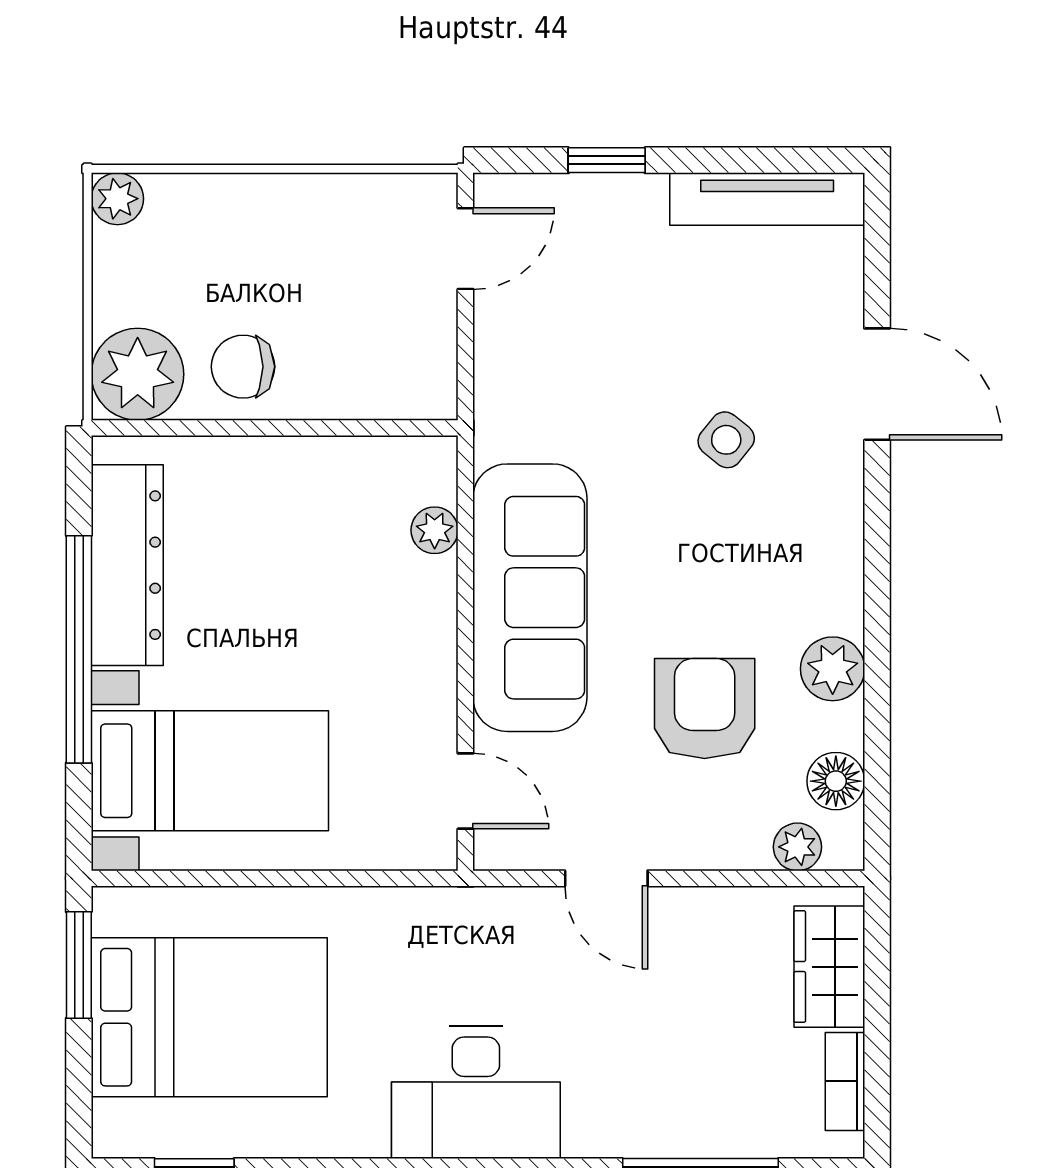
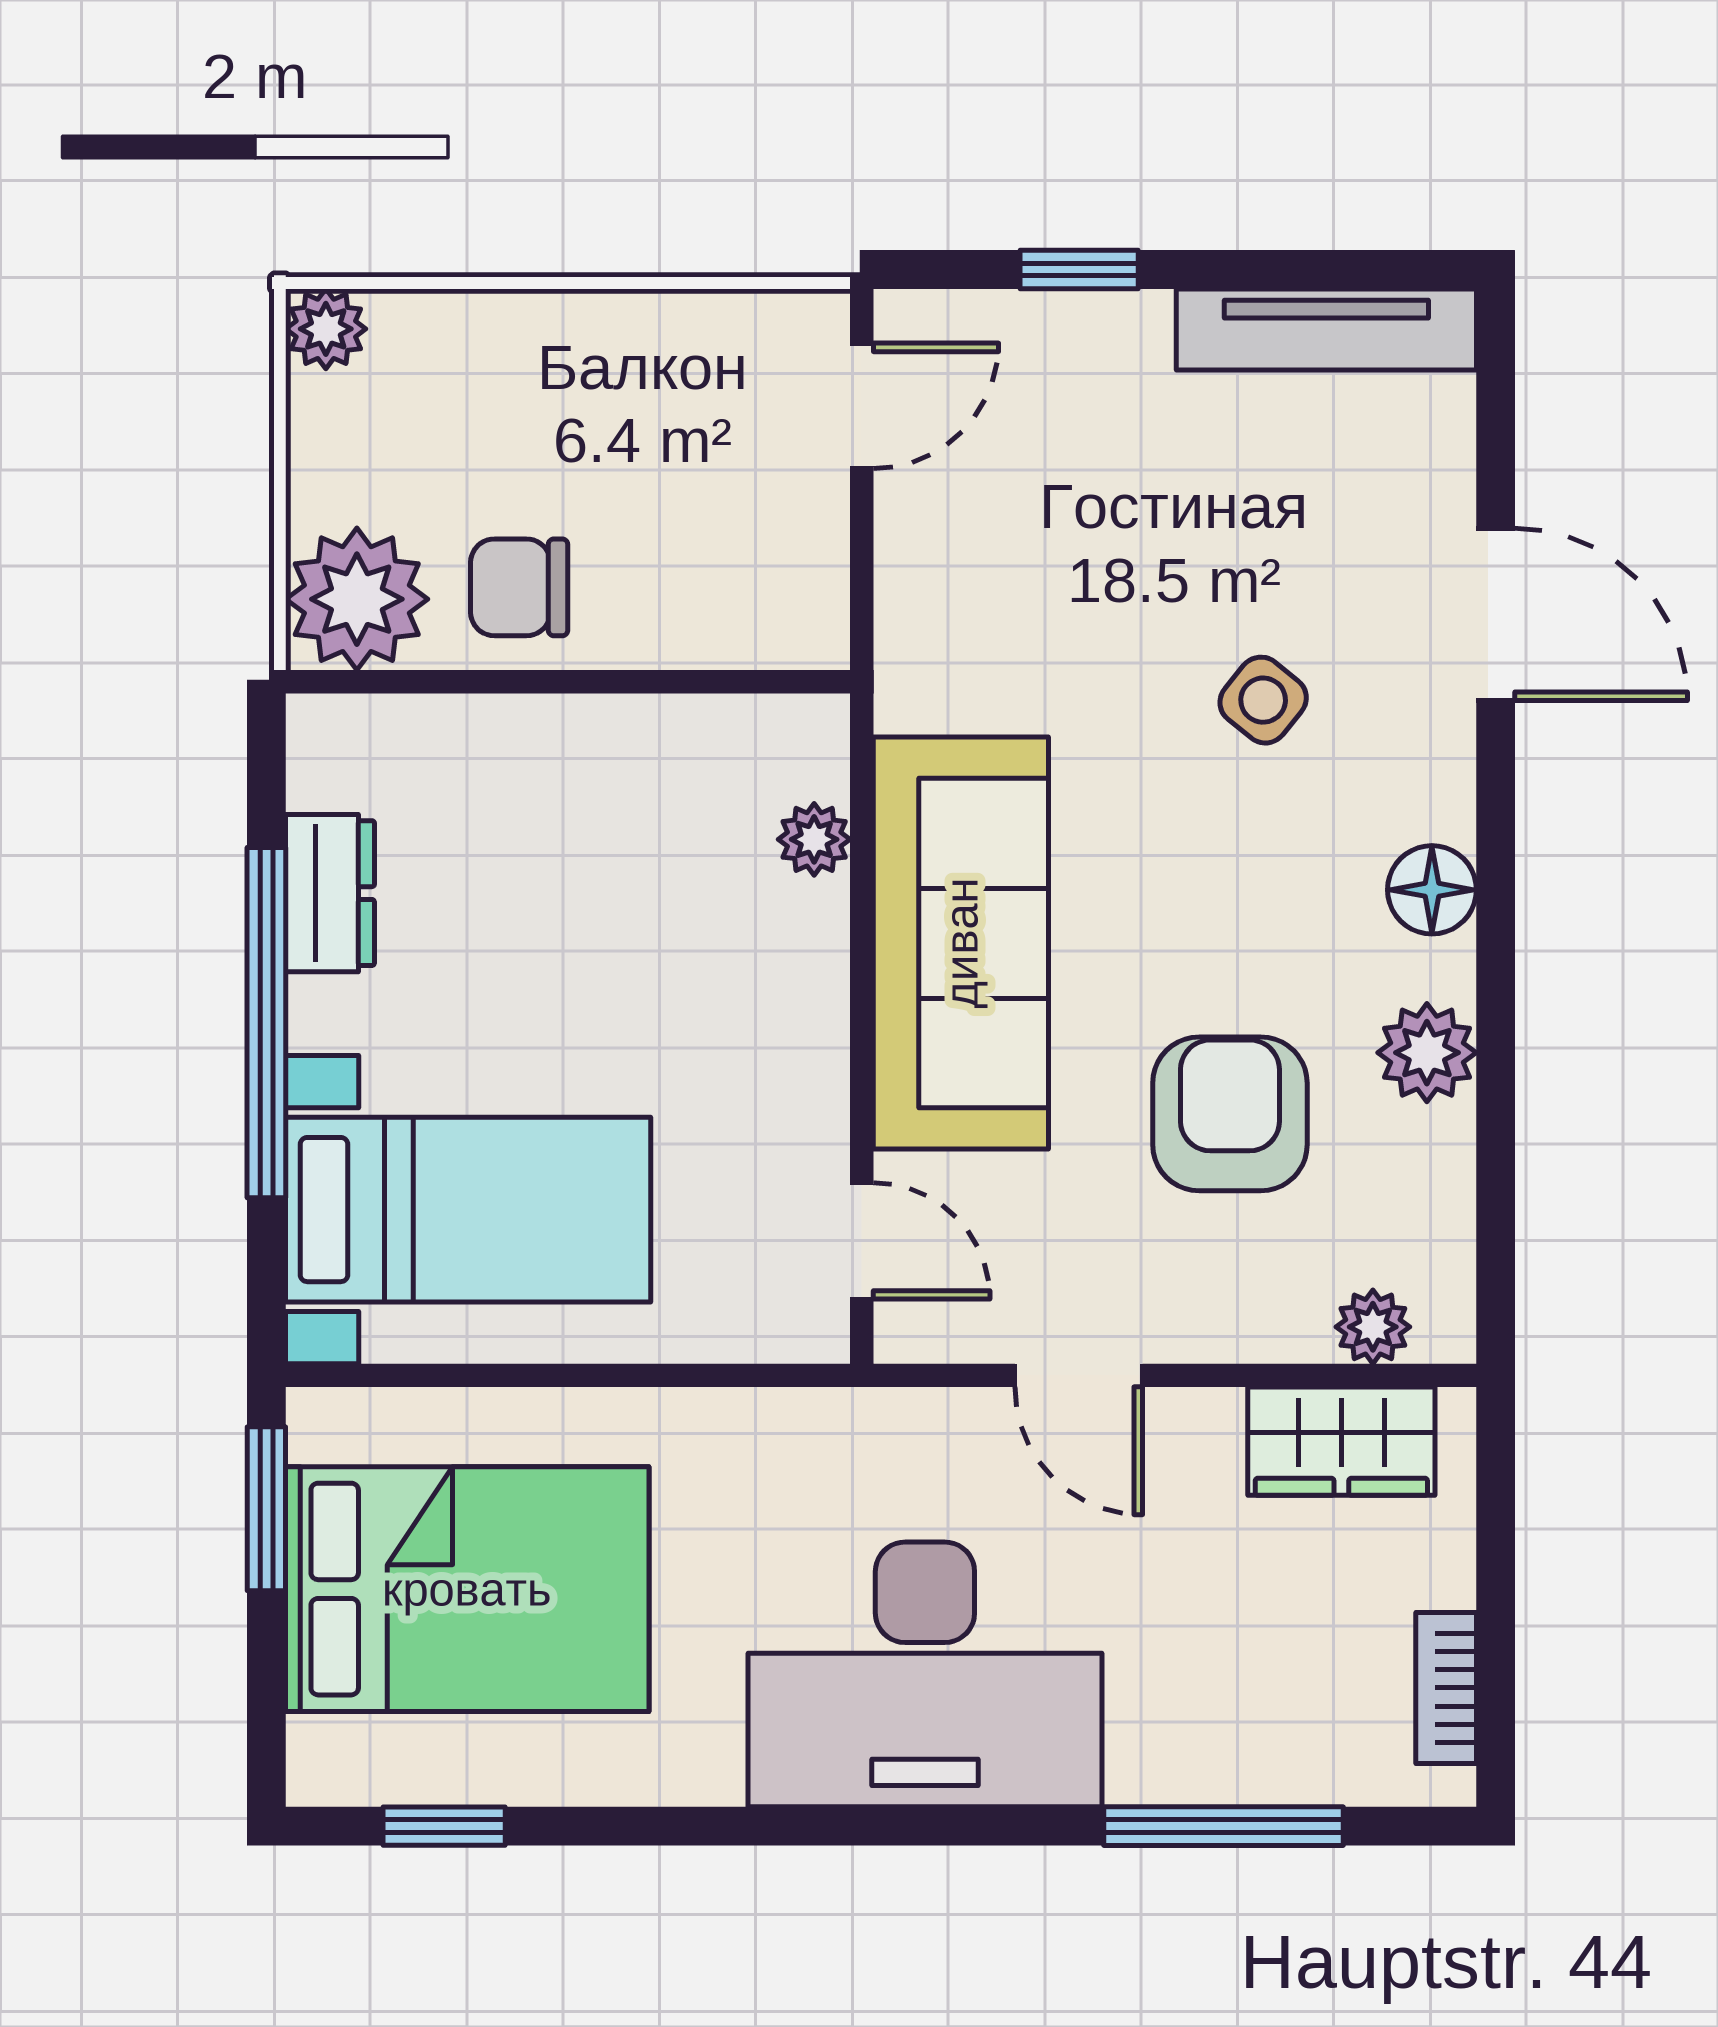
dresser: (127, 565) -> (330, 893), width x0.51, depth x0.80
floor lamp: (836, 781) -> (1432, 890), moved
wardrobe: (829, 967) -> (1341, 1441), moved, turned -90
desk: (476, 1092) -> (925, 1674), width x1.36, depth x1.30

